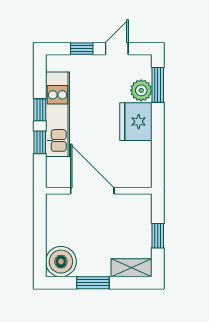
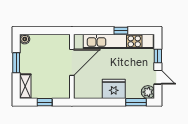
plant: (141, 90) -> (148, 92), moved
kitchen unit: (58, 114) -> (118, 41), width x1.36
window: (40, 142) -> (101, 31), removed
boiler: (61, 262) -> (25, 39), width x0.54, depth x0.54

